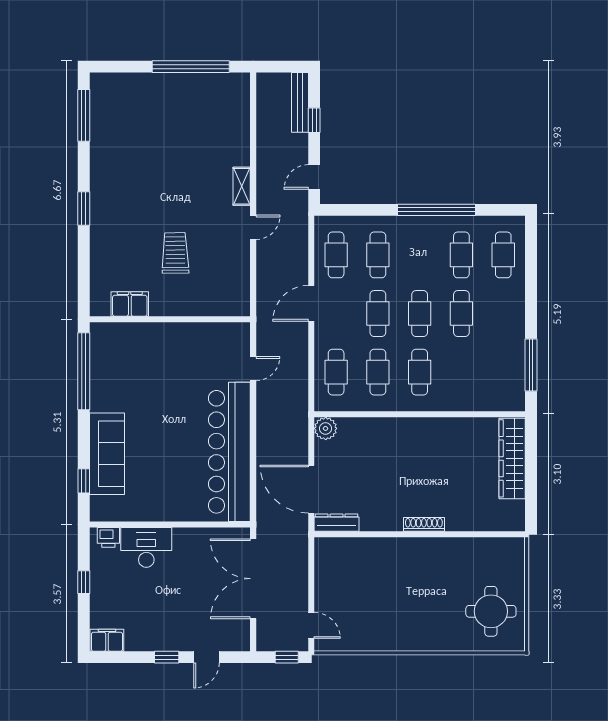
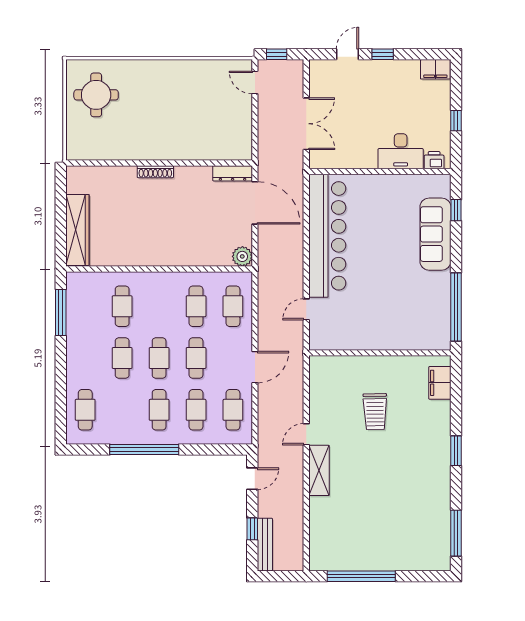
shelving: (242, 186) -> (319, 470), width x1.50, depth x1.33
cafe table: (461, 255) -> (159, 410), moved
filing cabinet: (130, 304) -> (440, 383), moved, turned 90
cafe table: (420, 372) -> (122, 306), moved
double door: (253, 579) -> (306, 124), width x0.73

